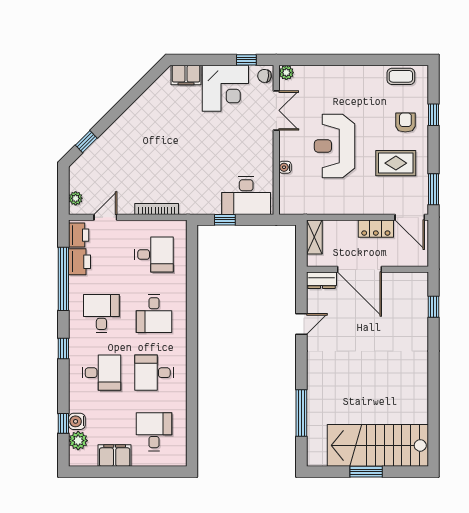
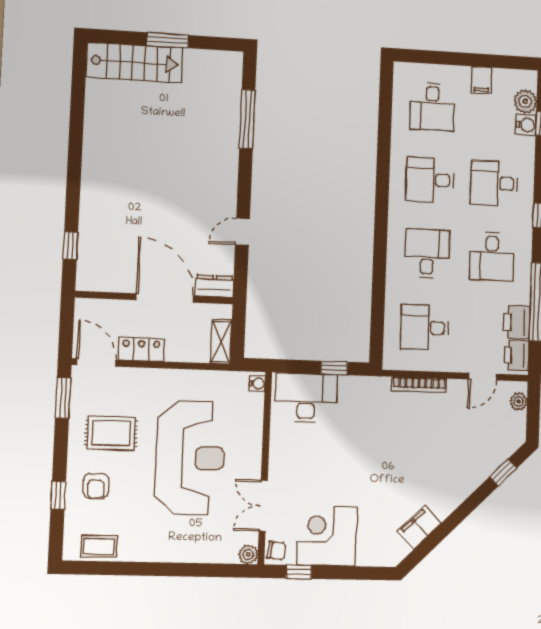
filing cabinet: (186, 75) -> (419, 527), moved, turned -45
reception desk: (335, 146) -> (190, 458), width x1.36, depth x1.30
water cooler: (285, 167) -> (257, 384), moved
desk: (154, 373) -> (430, 180), turned 180
stairs: (378, 445) -> (134, 62), width x0.73, depth x0.66
filing cabinet: (115, 456) -> (482, 80), width x0.50

